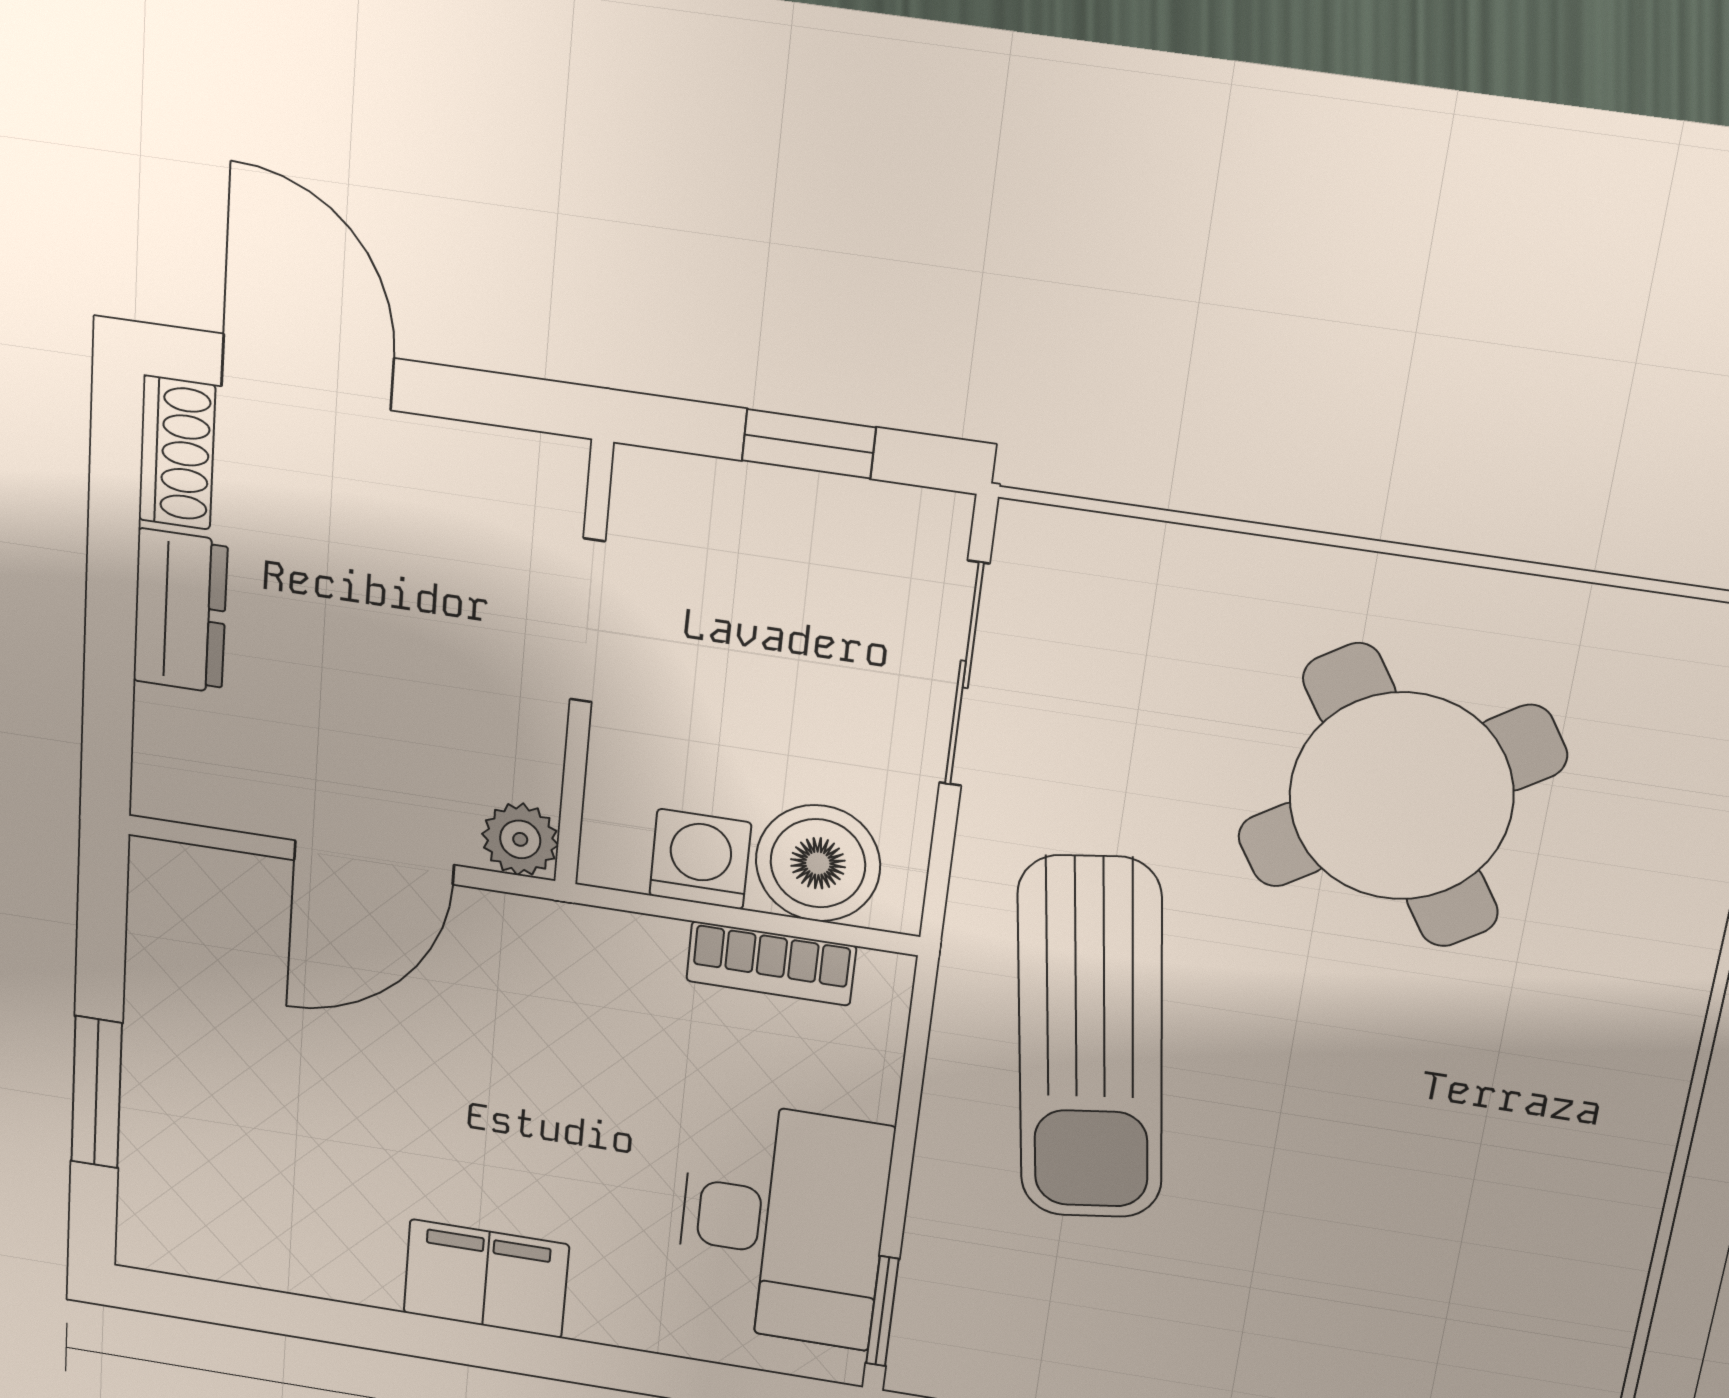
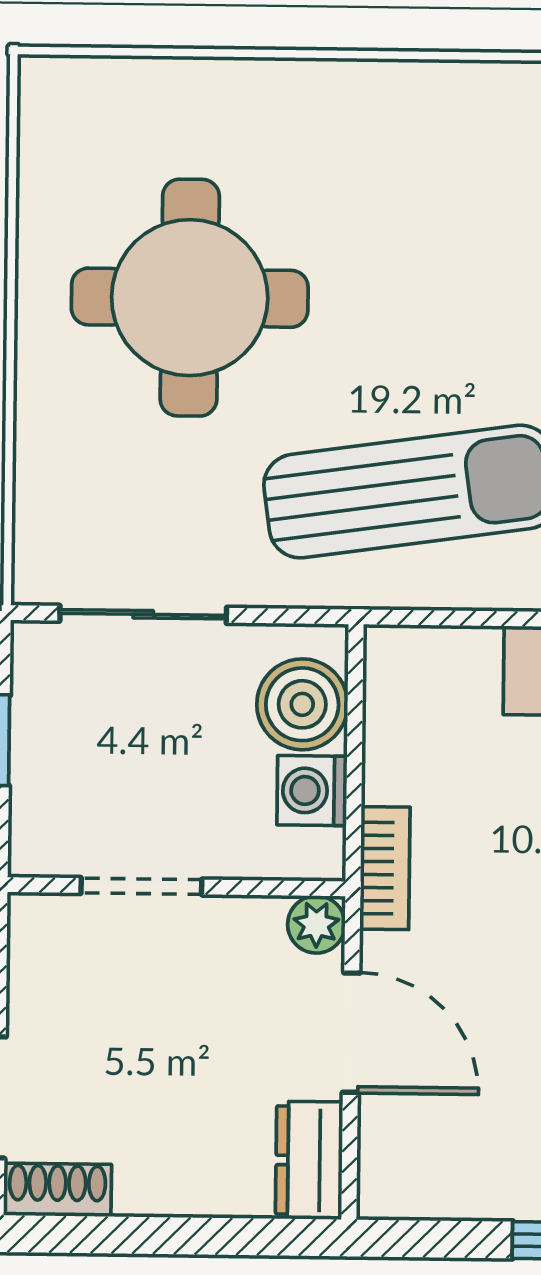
dresser: (180, 611) -> (309, 1160), moved, turned -90
round table: (1401, 797) -> (190, 298), turned 33
bookcase: (771, 963) -> (385, 868), moved

